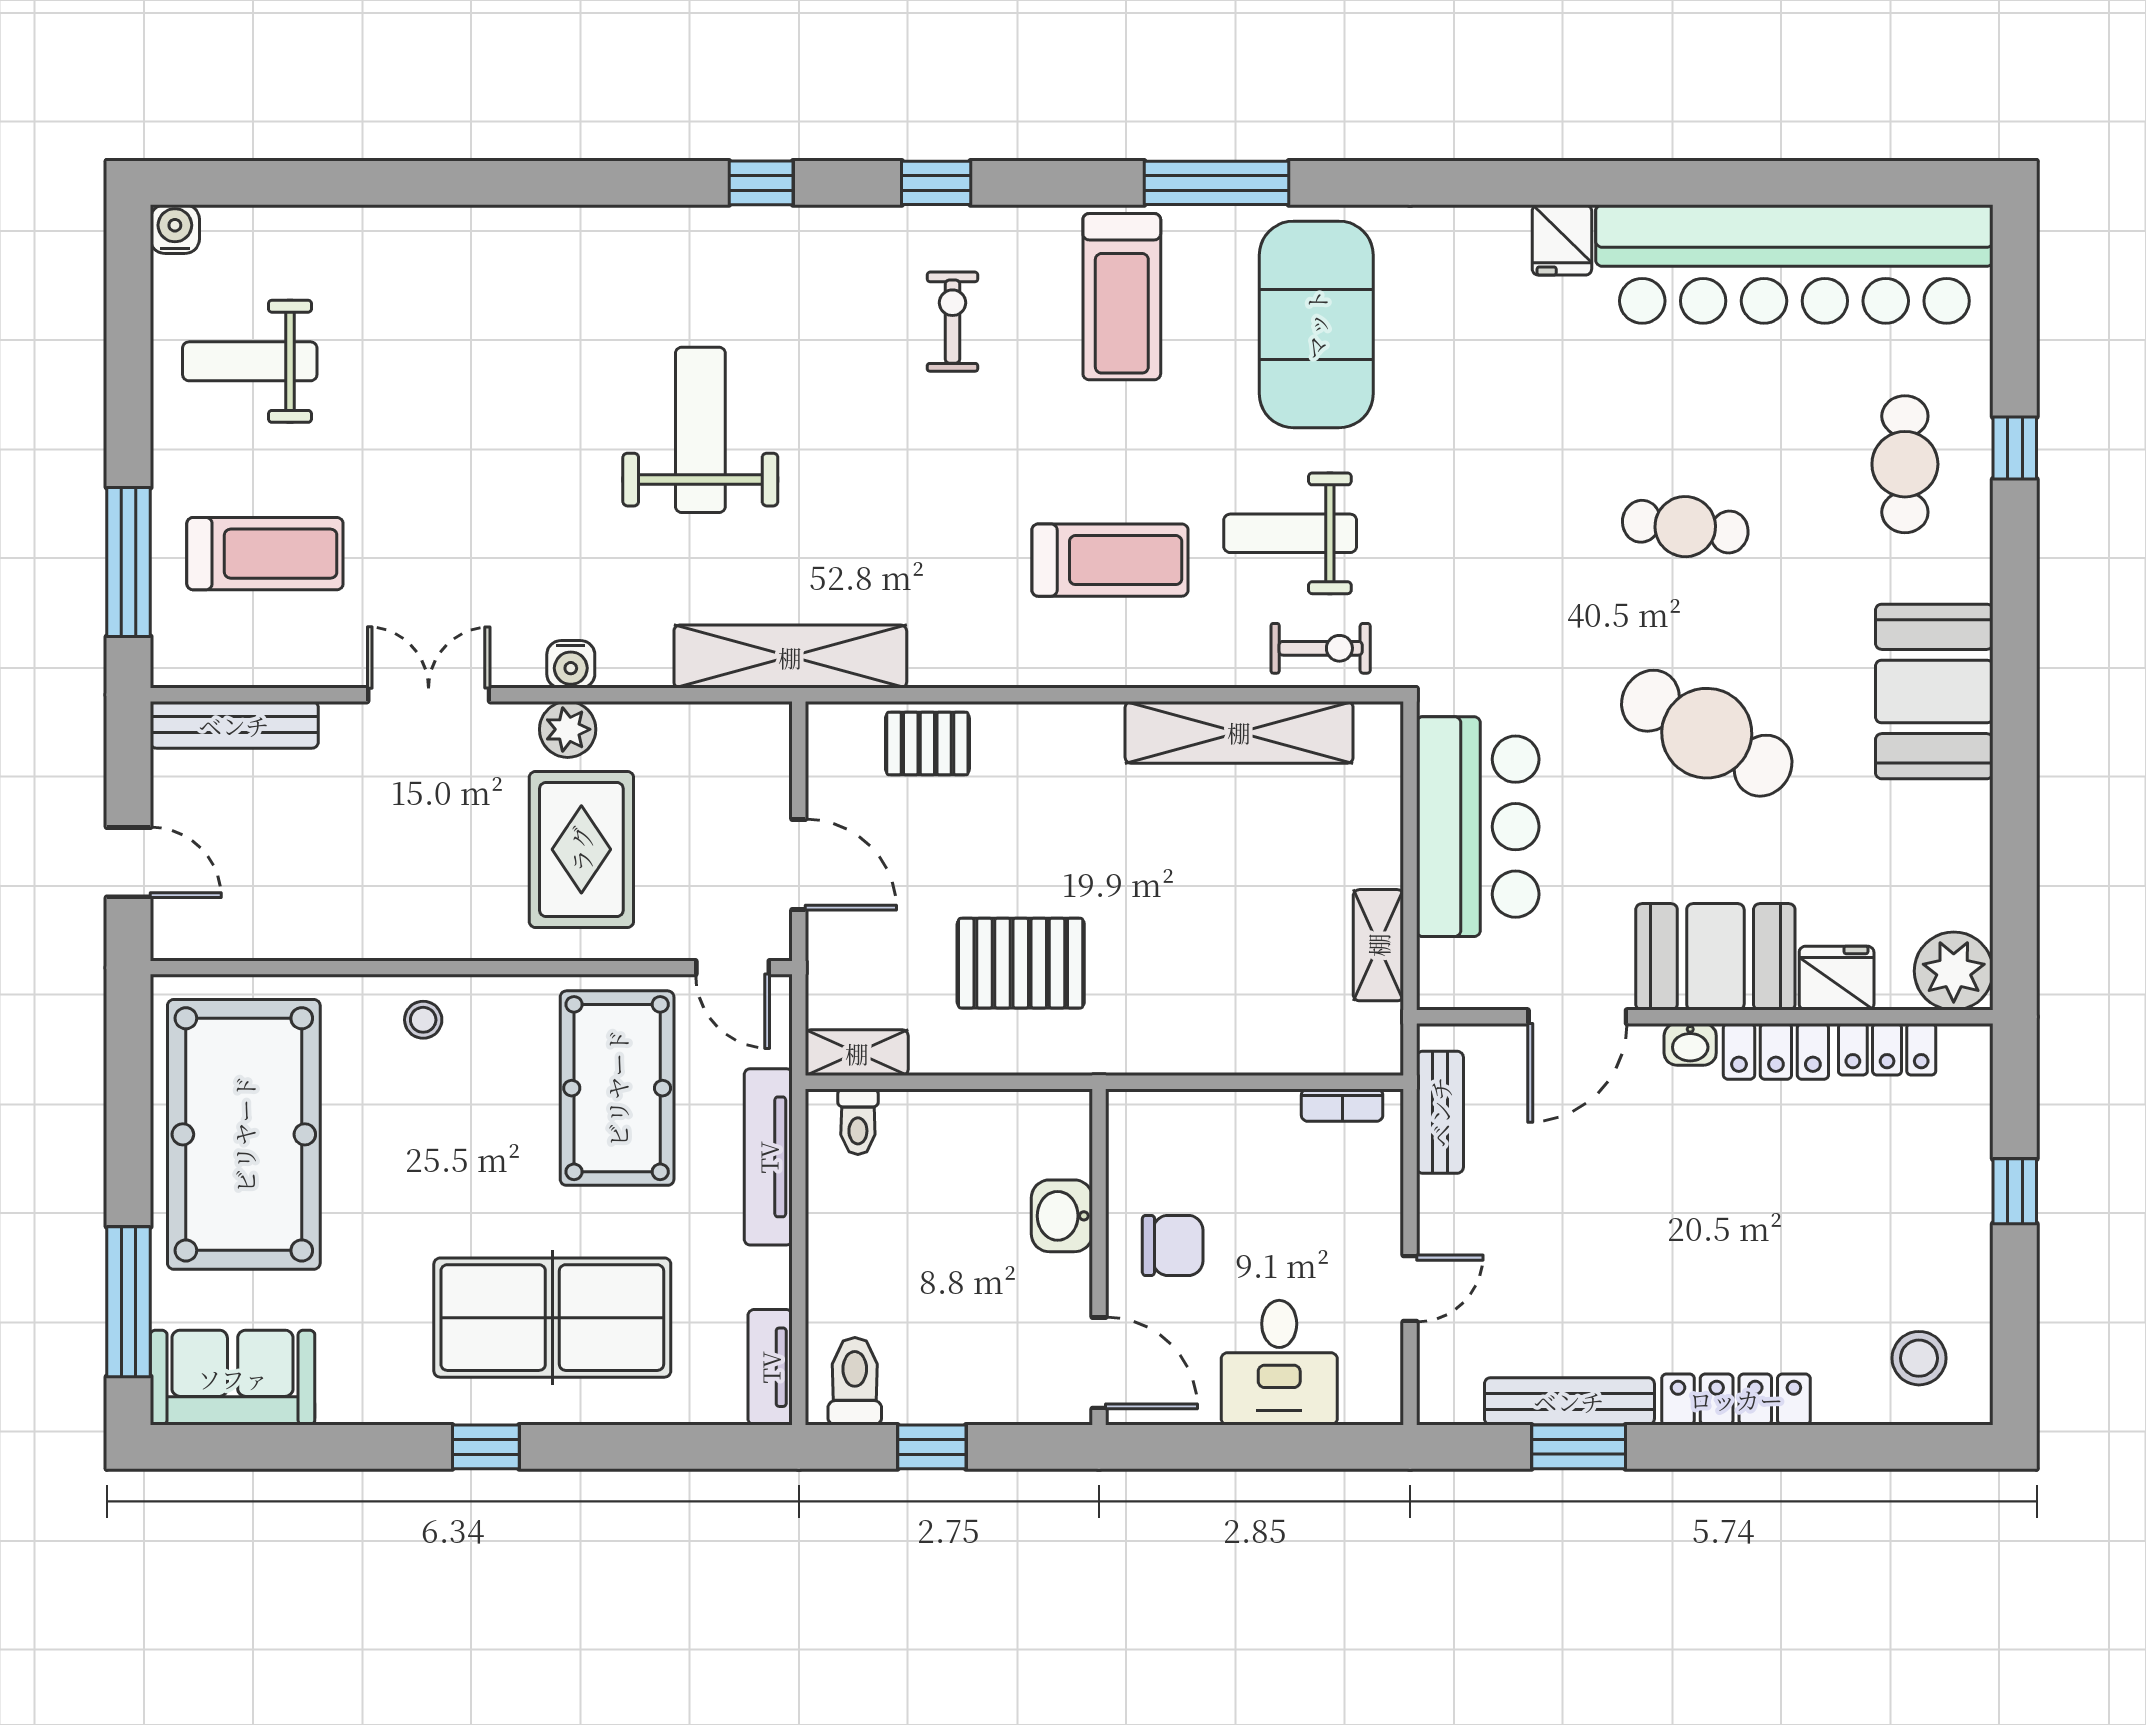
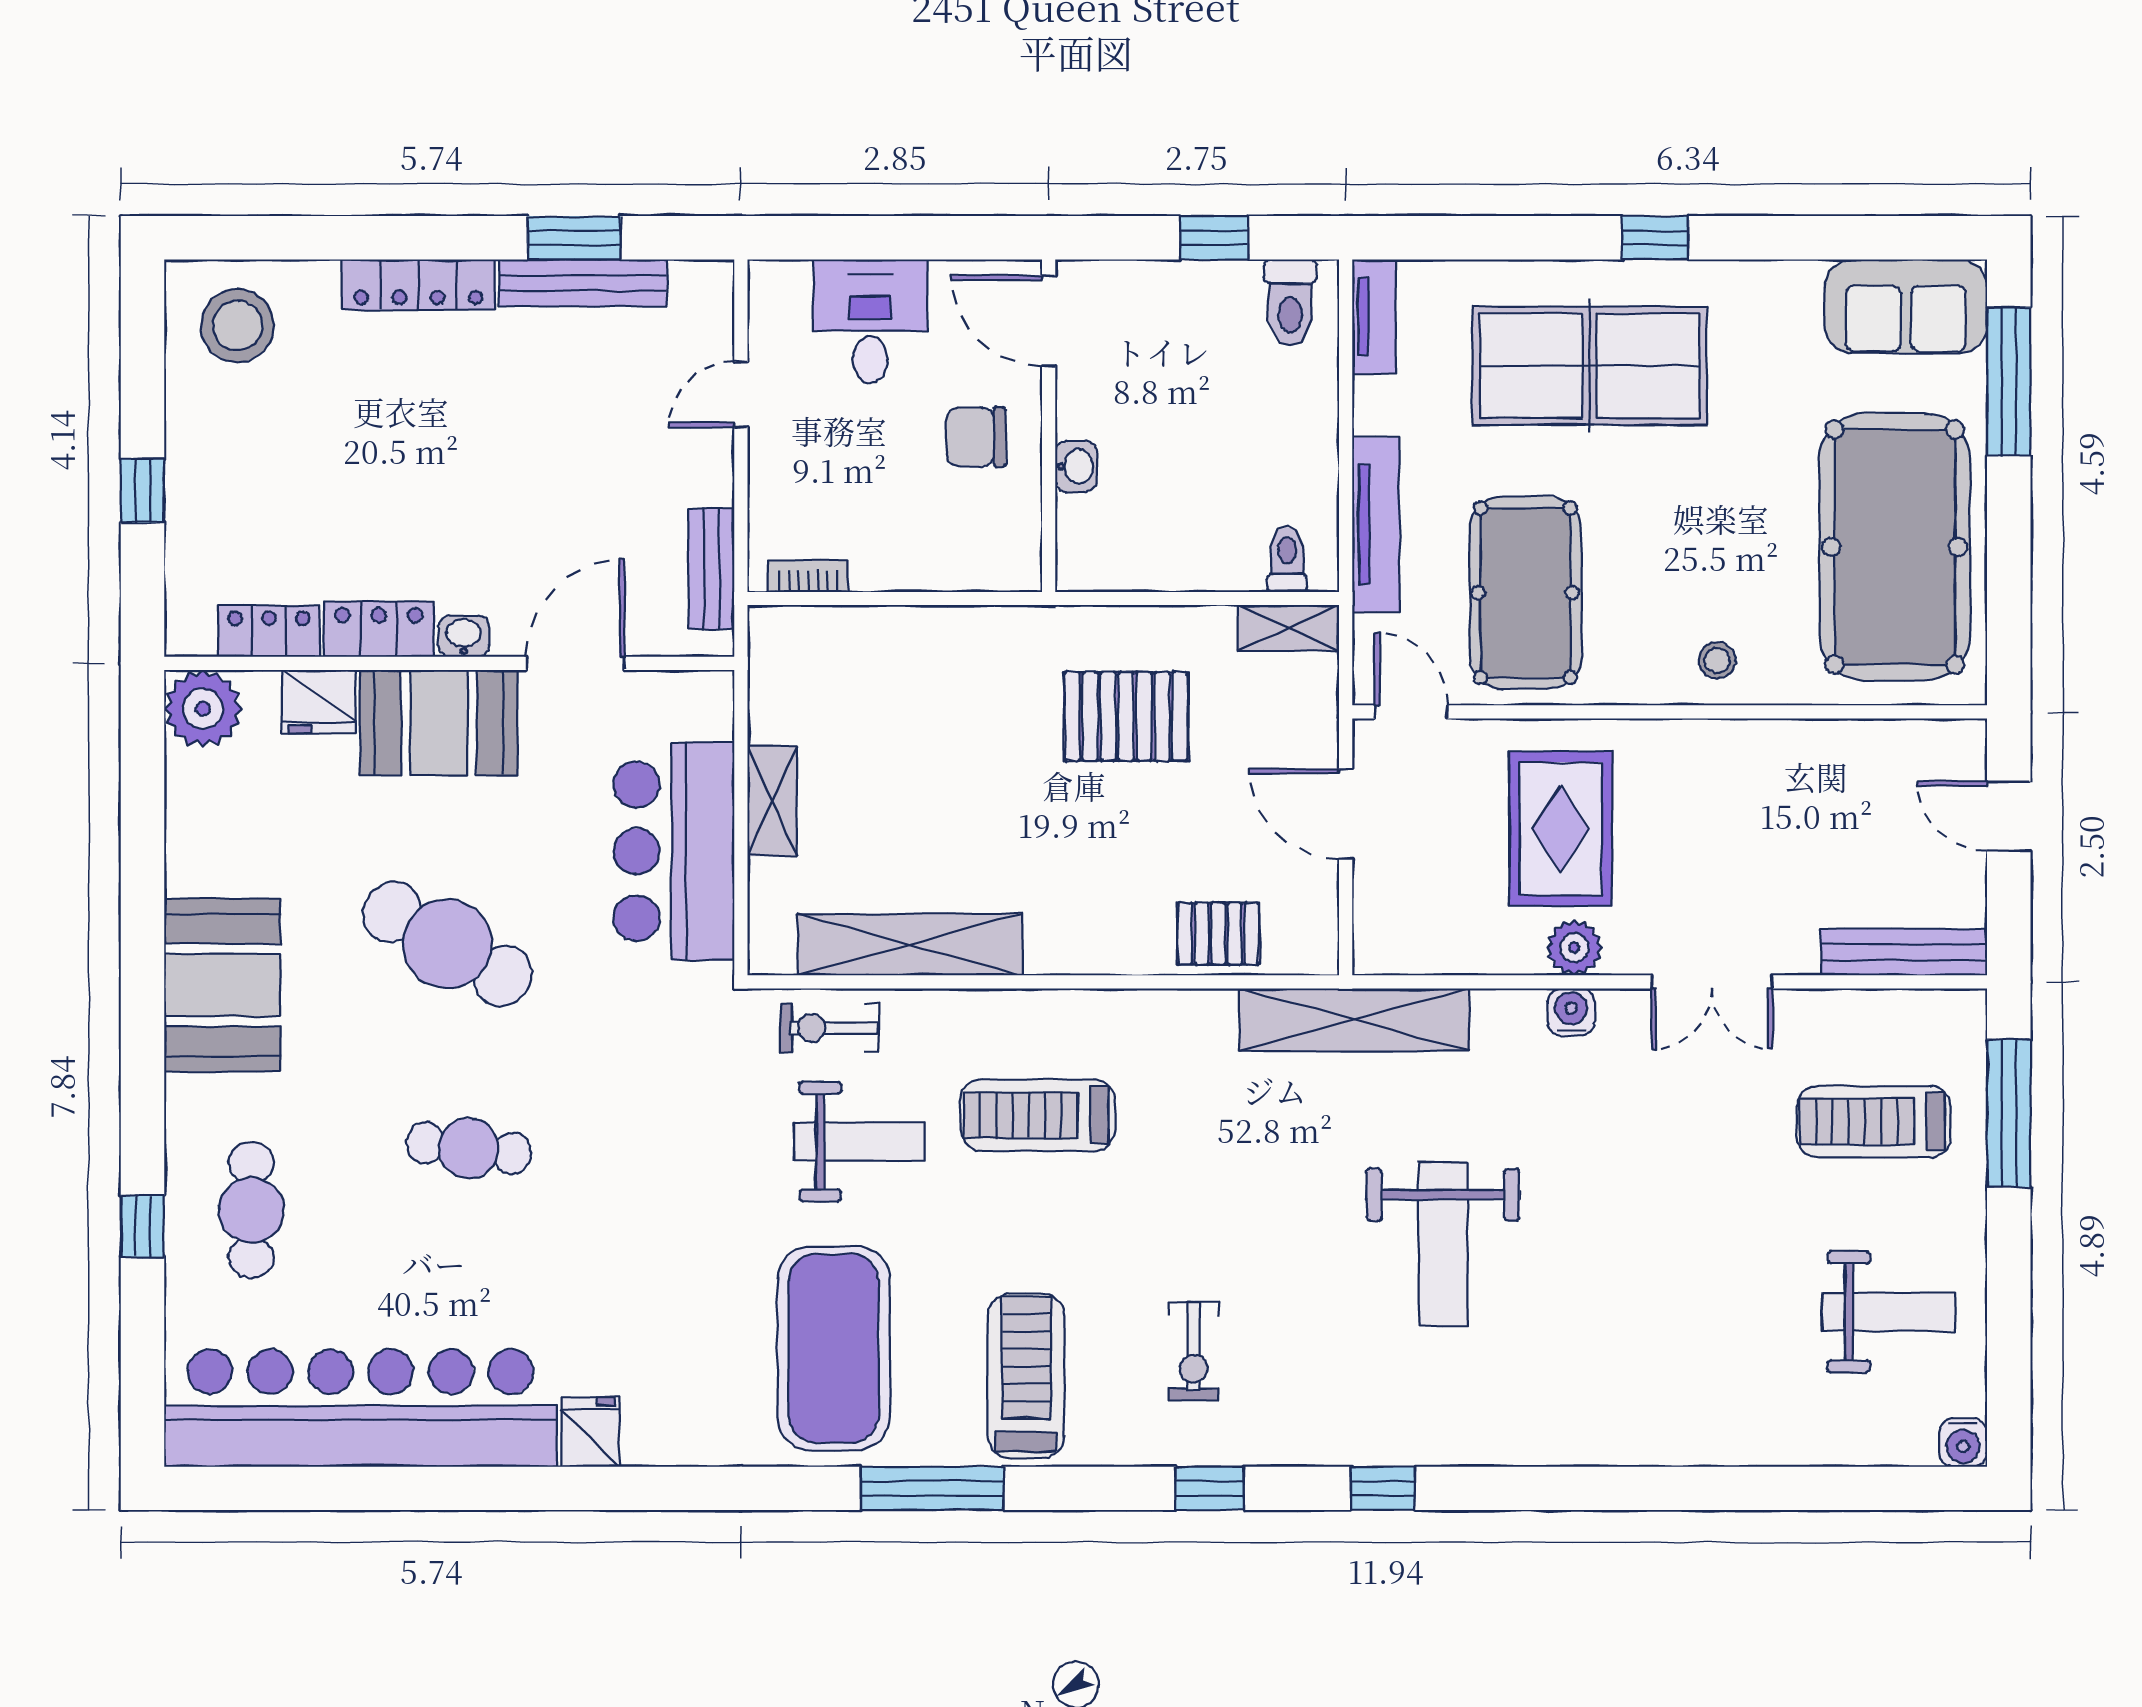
shelving: (1378, 945) -> (772, 801), moved
washbasin: (1062, 1216) -> (1076, 466), width x0.72, depth x0.69
stool: (1919, 1358) -> (237, 326), width x1.38, depth x1.38

